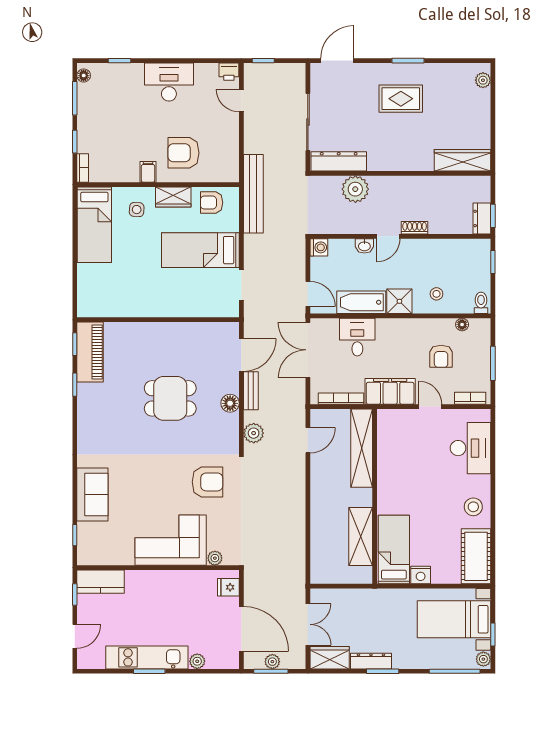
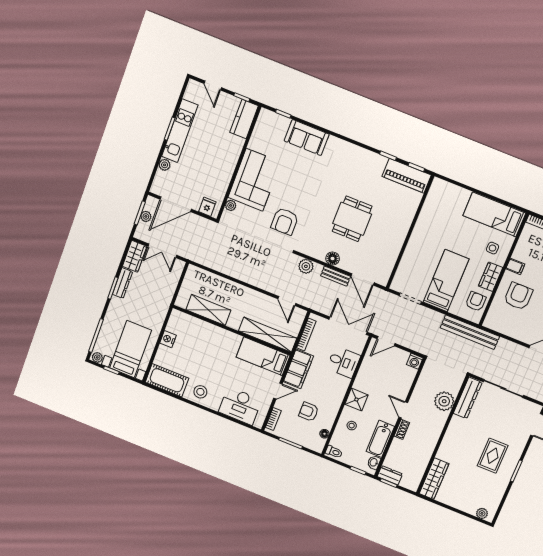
washbasin: (364, 246) -> (374, 462), moved
bathtub: (361, 302) -> (380, 439), moved, turned 180
bed: (394, 549) -> (263, 356), moved, turned 180

